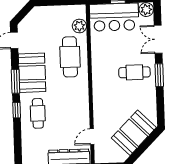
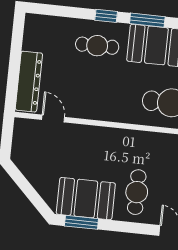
window: (159, 75) -> (81, 222), moved
booth: (134, 133) -> (86, 199), moved, turned -45

